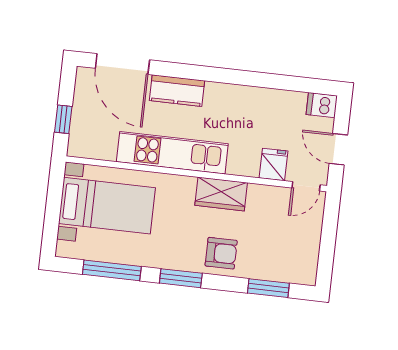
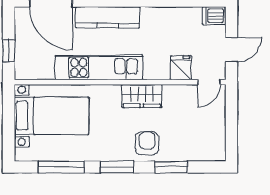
kitchen counter: (177, 91) -> (108, 17), width x1.50
door: (338, 149) -> (231, 50), swing flipped
armchair: (221, 253) -> (147, 143), turned -90
window: (268, 288) -> (171, 167), moved

